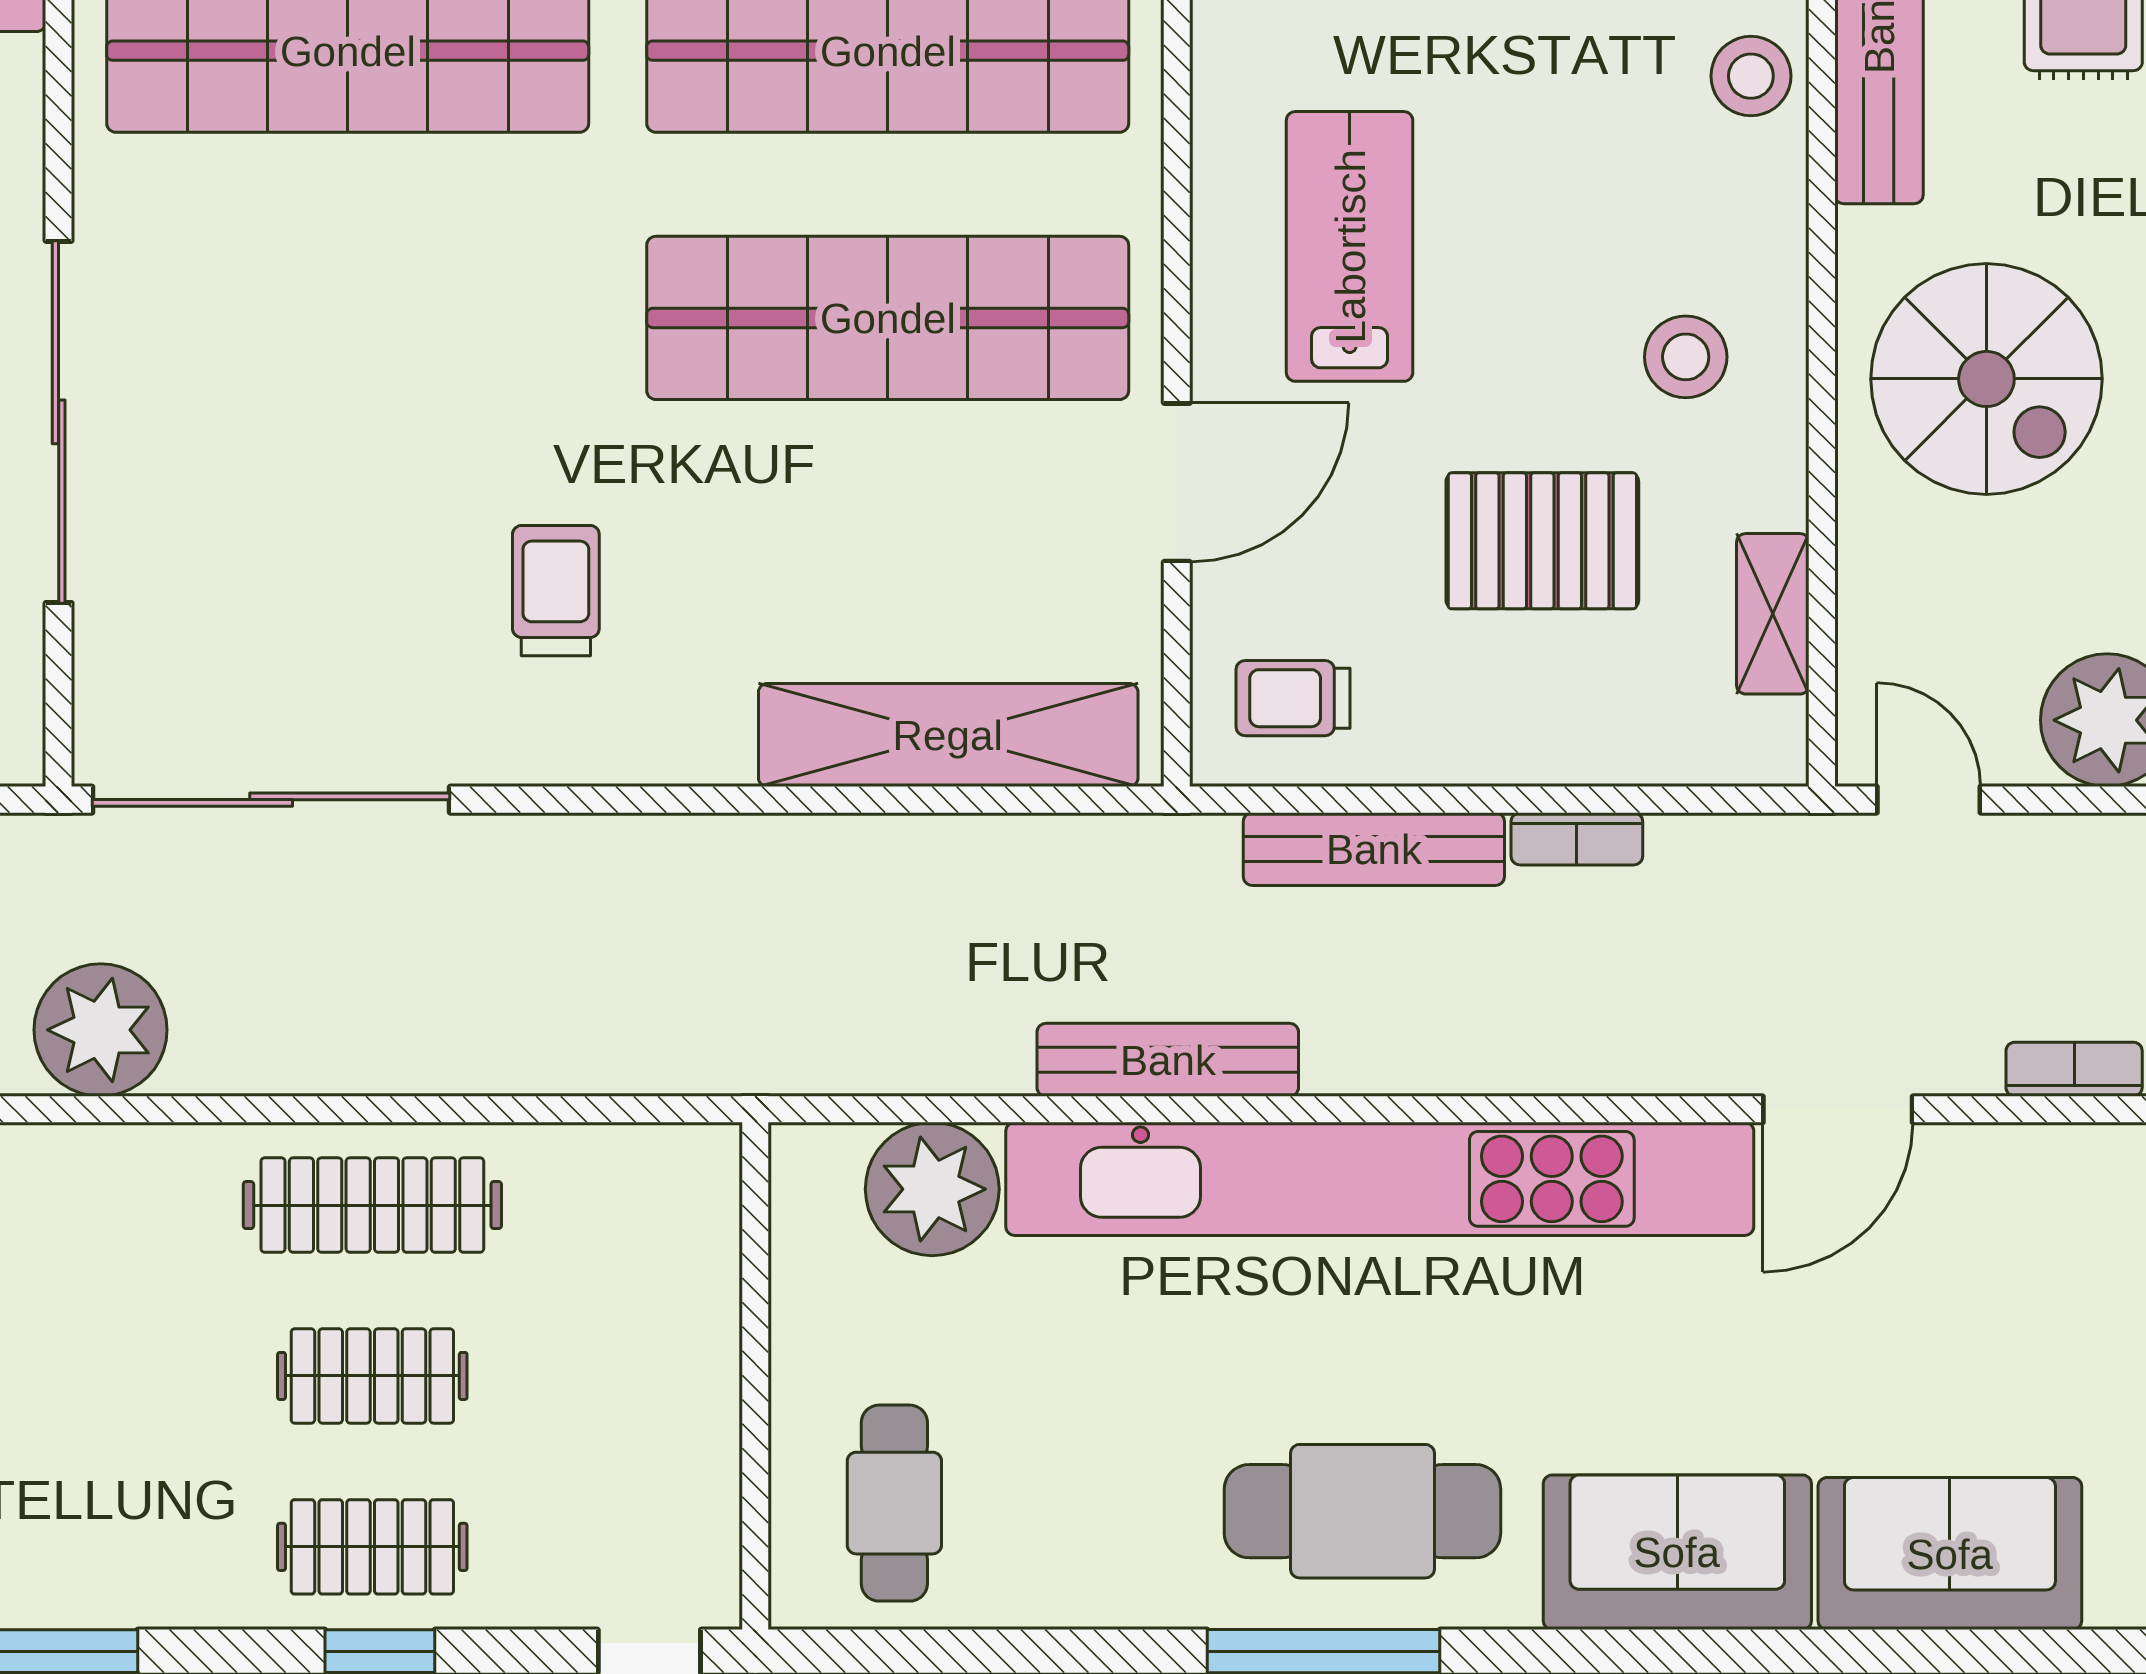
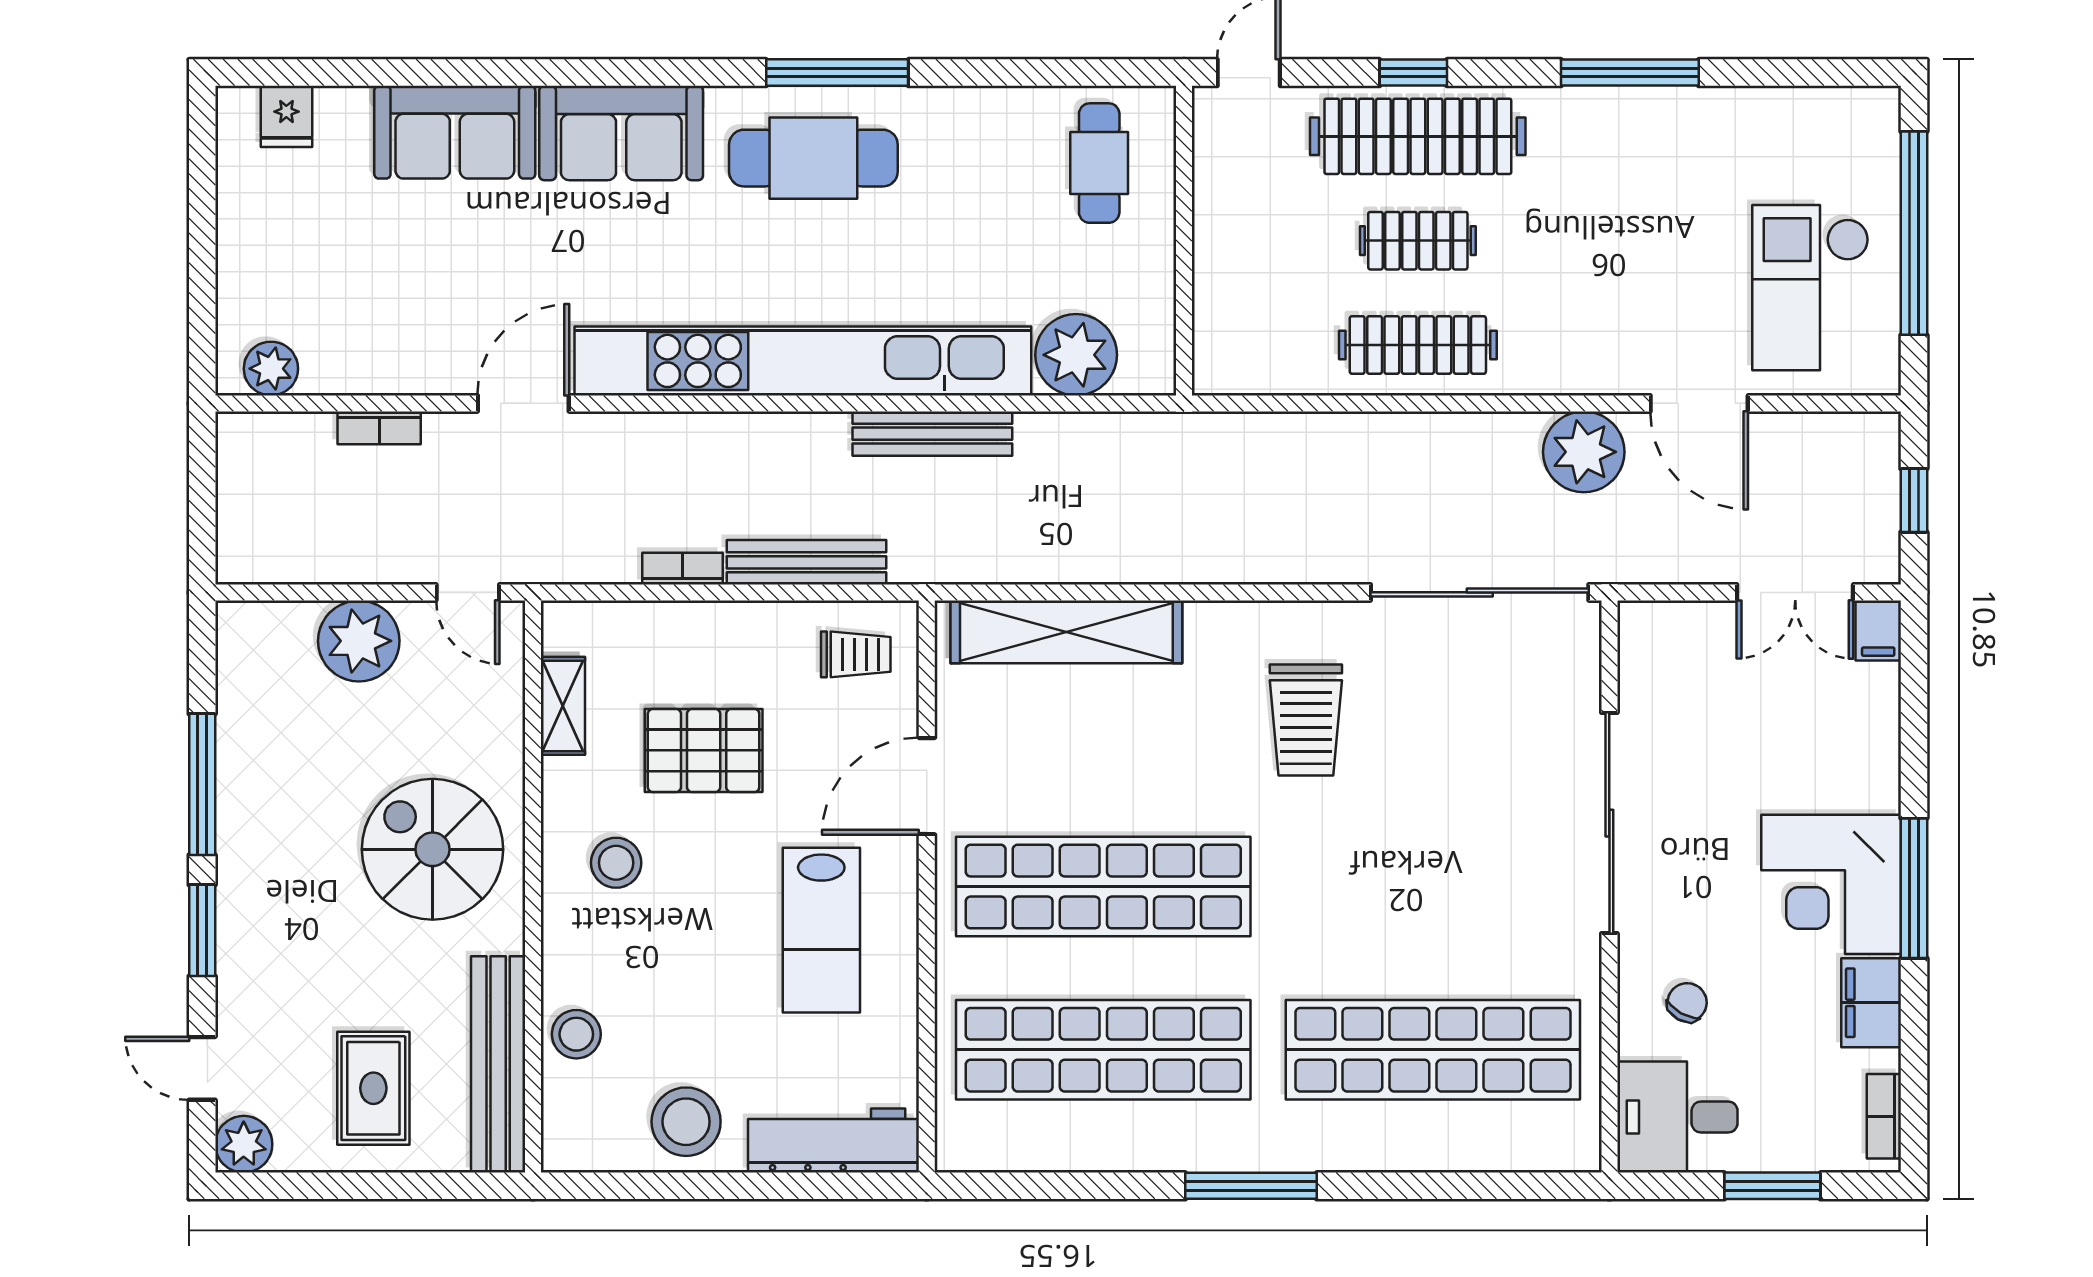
trolley: (556, 591) -> (1306, 720), width x1.36, depth x1.39
clothes rail: (372, 1547) -> (1418, 136), width x1.86, depth x1.31

